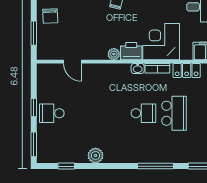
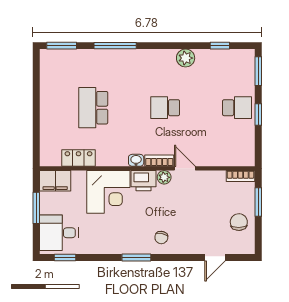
bookcase: (49, 55) -> (240, 176), added
door: (72, 62) -> (185, 168), moved
bookcase: (157, 68) -> (159, 161), moved
school desk: (143, 113) -> (165, 108), moved

